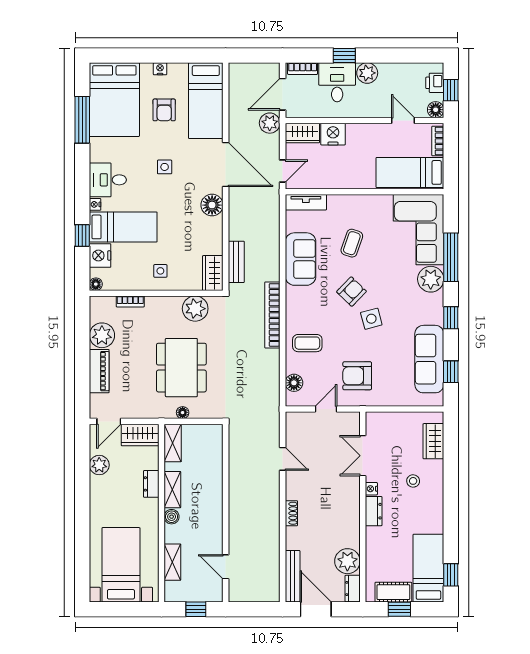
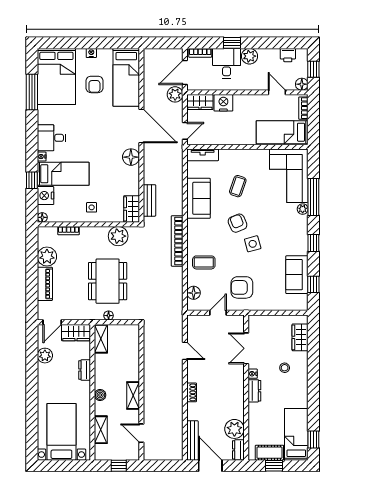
printer: (435, 83) -> (288, 55), moved, turned -90
side table: (165, 167) -> (95, 128), removed
plant: (431, 279) -> (303, 209), width x0.53, depth x0.53
armchair: (352, 292) -> (238, 223), turned -67
sofa: (429, 359) -> (297, 275), width x0.73
shelving: (172, 490) -> (133, 395), moved

